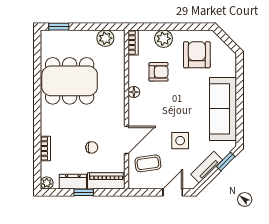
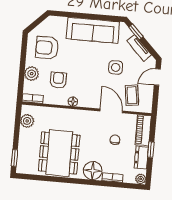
floor lamp: (52, 124) -> (93, 171), added
door: (173, 192) -> (157, 77), hinge flipped

